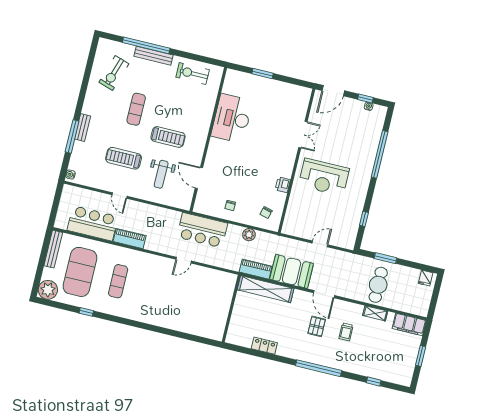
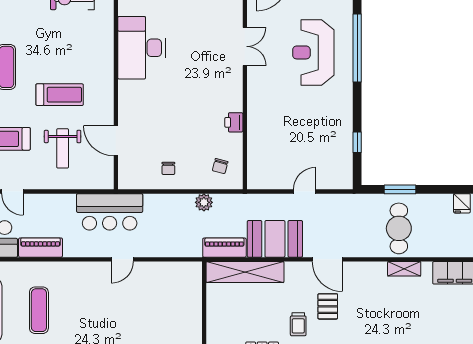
reception desk: (324, 177) -> (313, 52), moved, turned 90
bar counter: (202, 230) -> (110, 212), moved
trolley: (346, 332) -> (298, 324), moved

